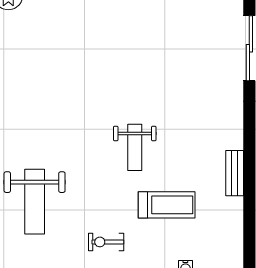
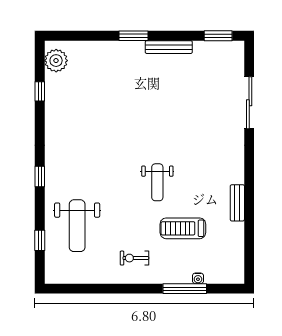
treadmill: (167, 205) -> (183, 228), turned 180

